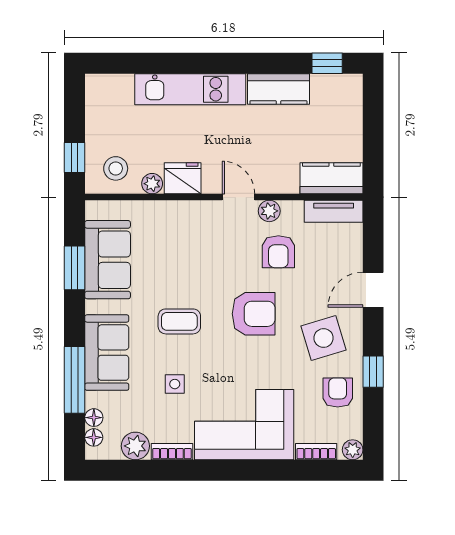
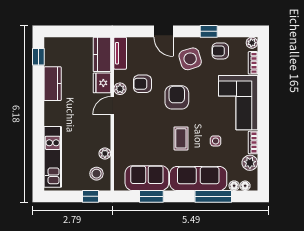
kitchen unit: (190, 89) -> (53, 157), moved
fridge: (183, 178) -> (102, 83), moved
armchair: (278, 252) -> (143, 84), turned 180
sofa: (107, 353) -> (198, 179), width x1.36

